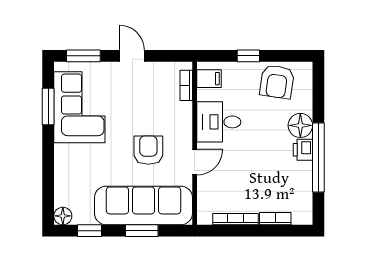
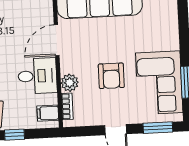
plant: (182, 112) -> (70, 83), added
armchair: (148, 150) -> (111, 76), moved
door: (195, 162) -> (57, 40), width x1.38

